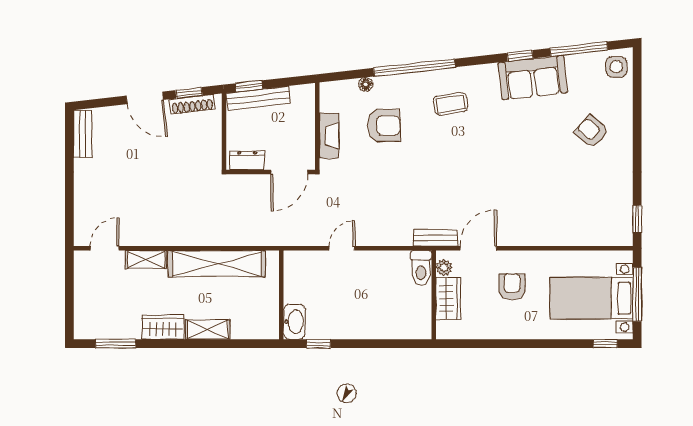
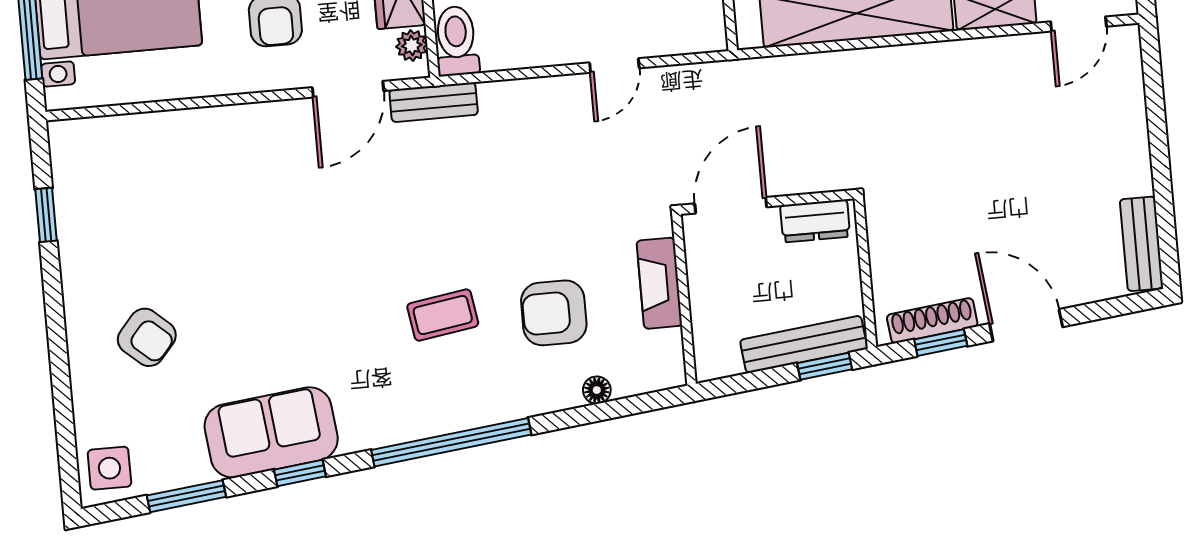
window: (579, 49) -> (186, 496), width x0.69
window: (414, 68) -> (451, 442), moved
coffee table: (451, 104) -> (443, 315), moved
window: (637, 219) -> (46, 215), moved

